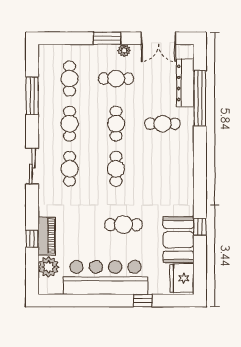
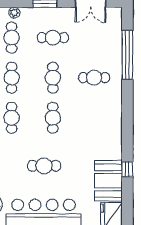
plant: (124, 50) -> (14, 13), moved
dresser: (185, 83) -> (114, 41), removed
cafe table: (123, 225) -> (44, 166), moved

